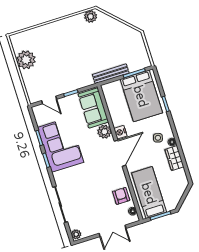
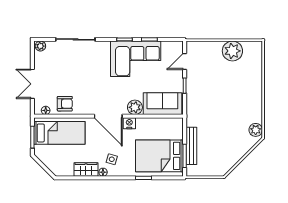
bench: (111, 74) -> (191, 146), moved

